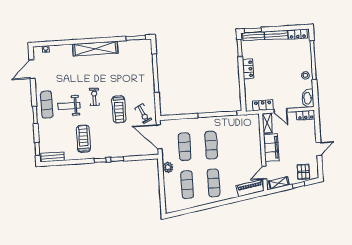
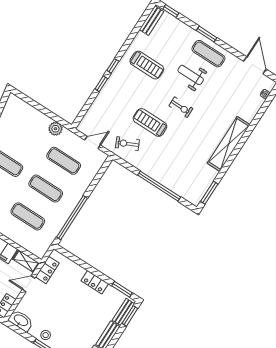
weight bench: (69, 106) -> (191, 75), turned -90
door: (159, 137) -> (93, 142), width x0.53
exercise mat: (187, 185) -> (28, 216), moved

